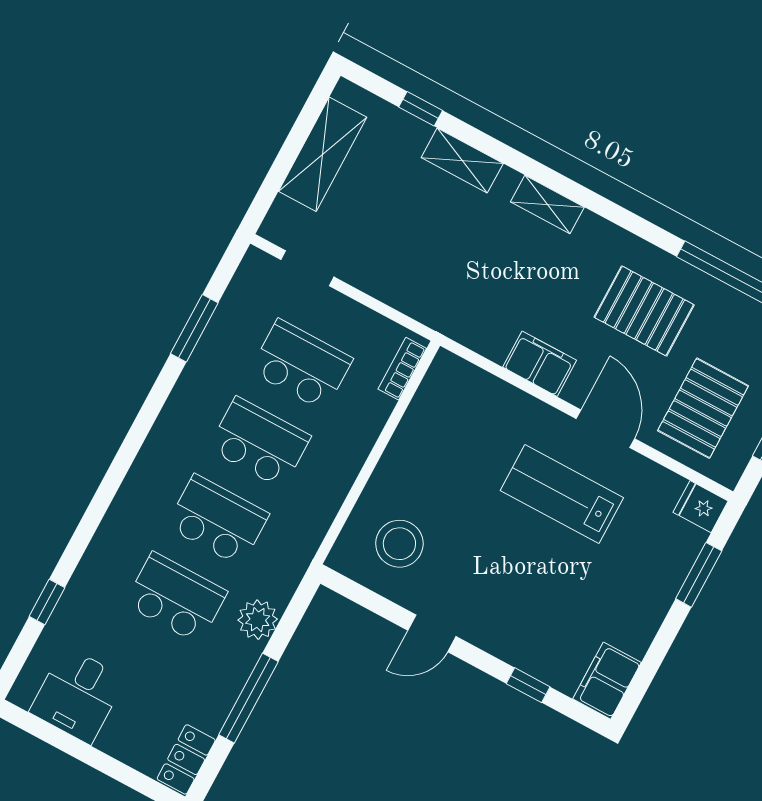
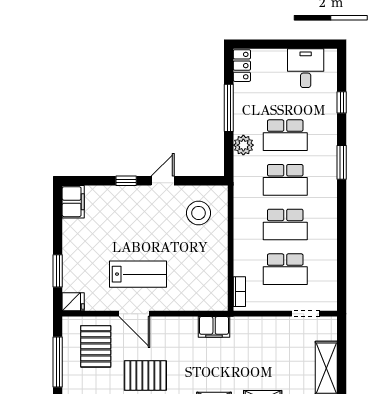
window: (194, 328) -> (342, 162), moved
filing cabinet: (540, 364) -> (214, 327), moved
window: (528, 685) -> (126, 181), moved

